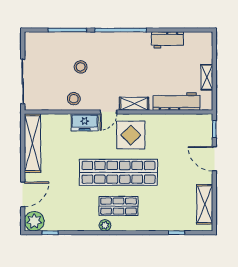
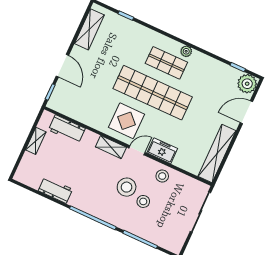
stool: (102, 73) -> (127, 187), added
workbench: (176, 101) -> (67, 129), width x0.73

